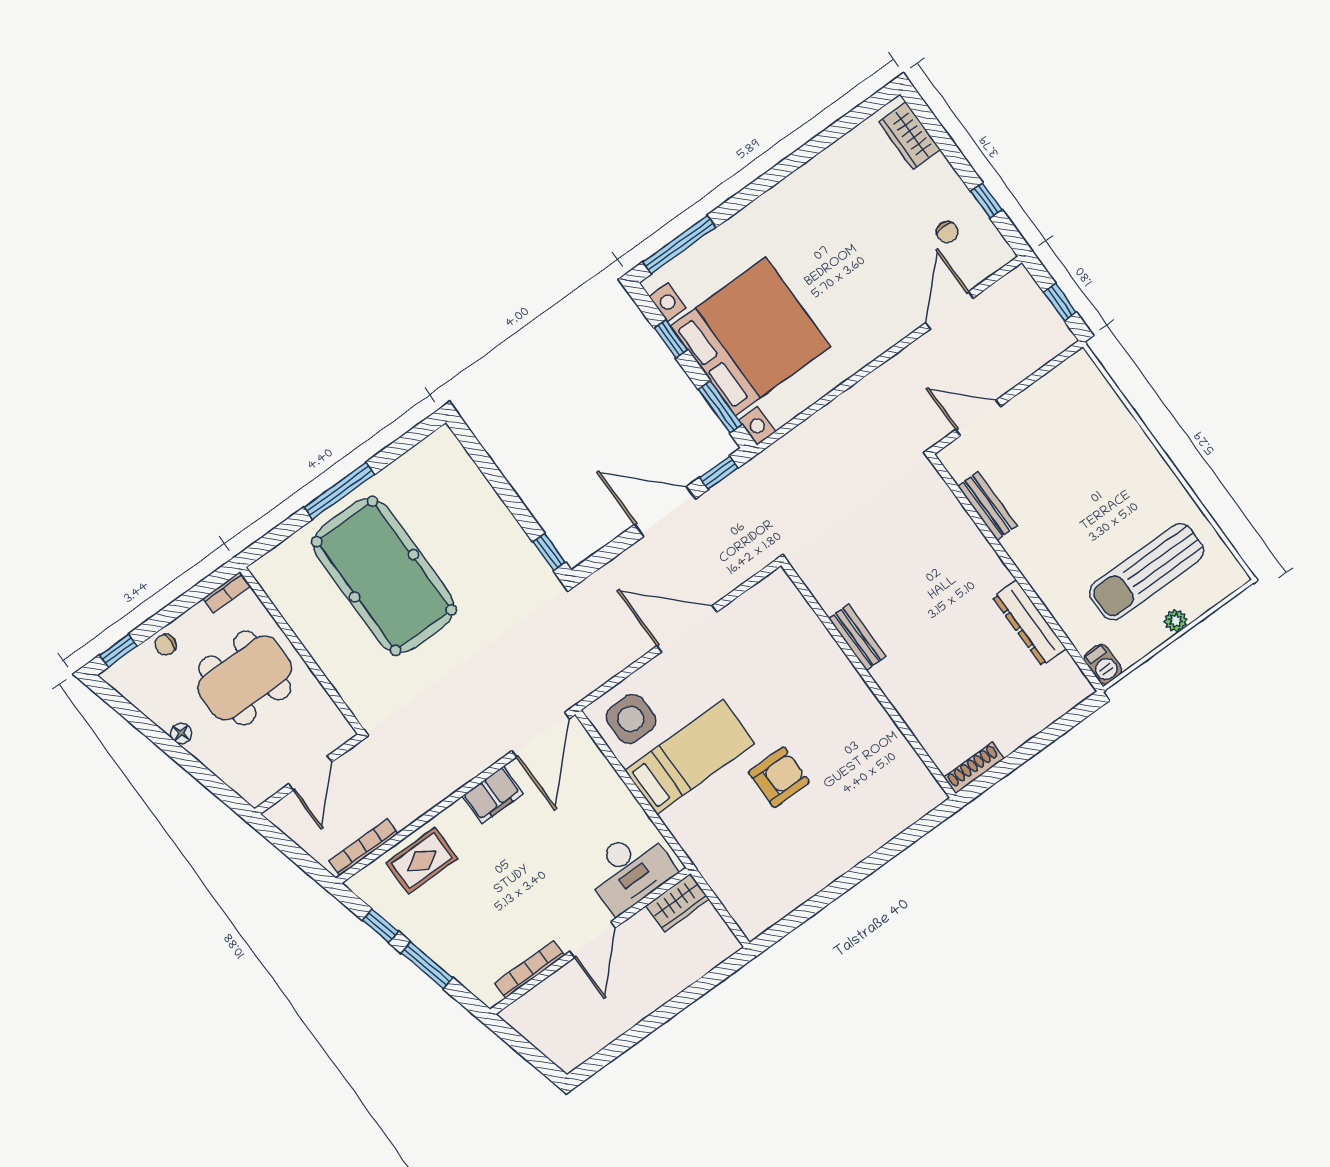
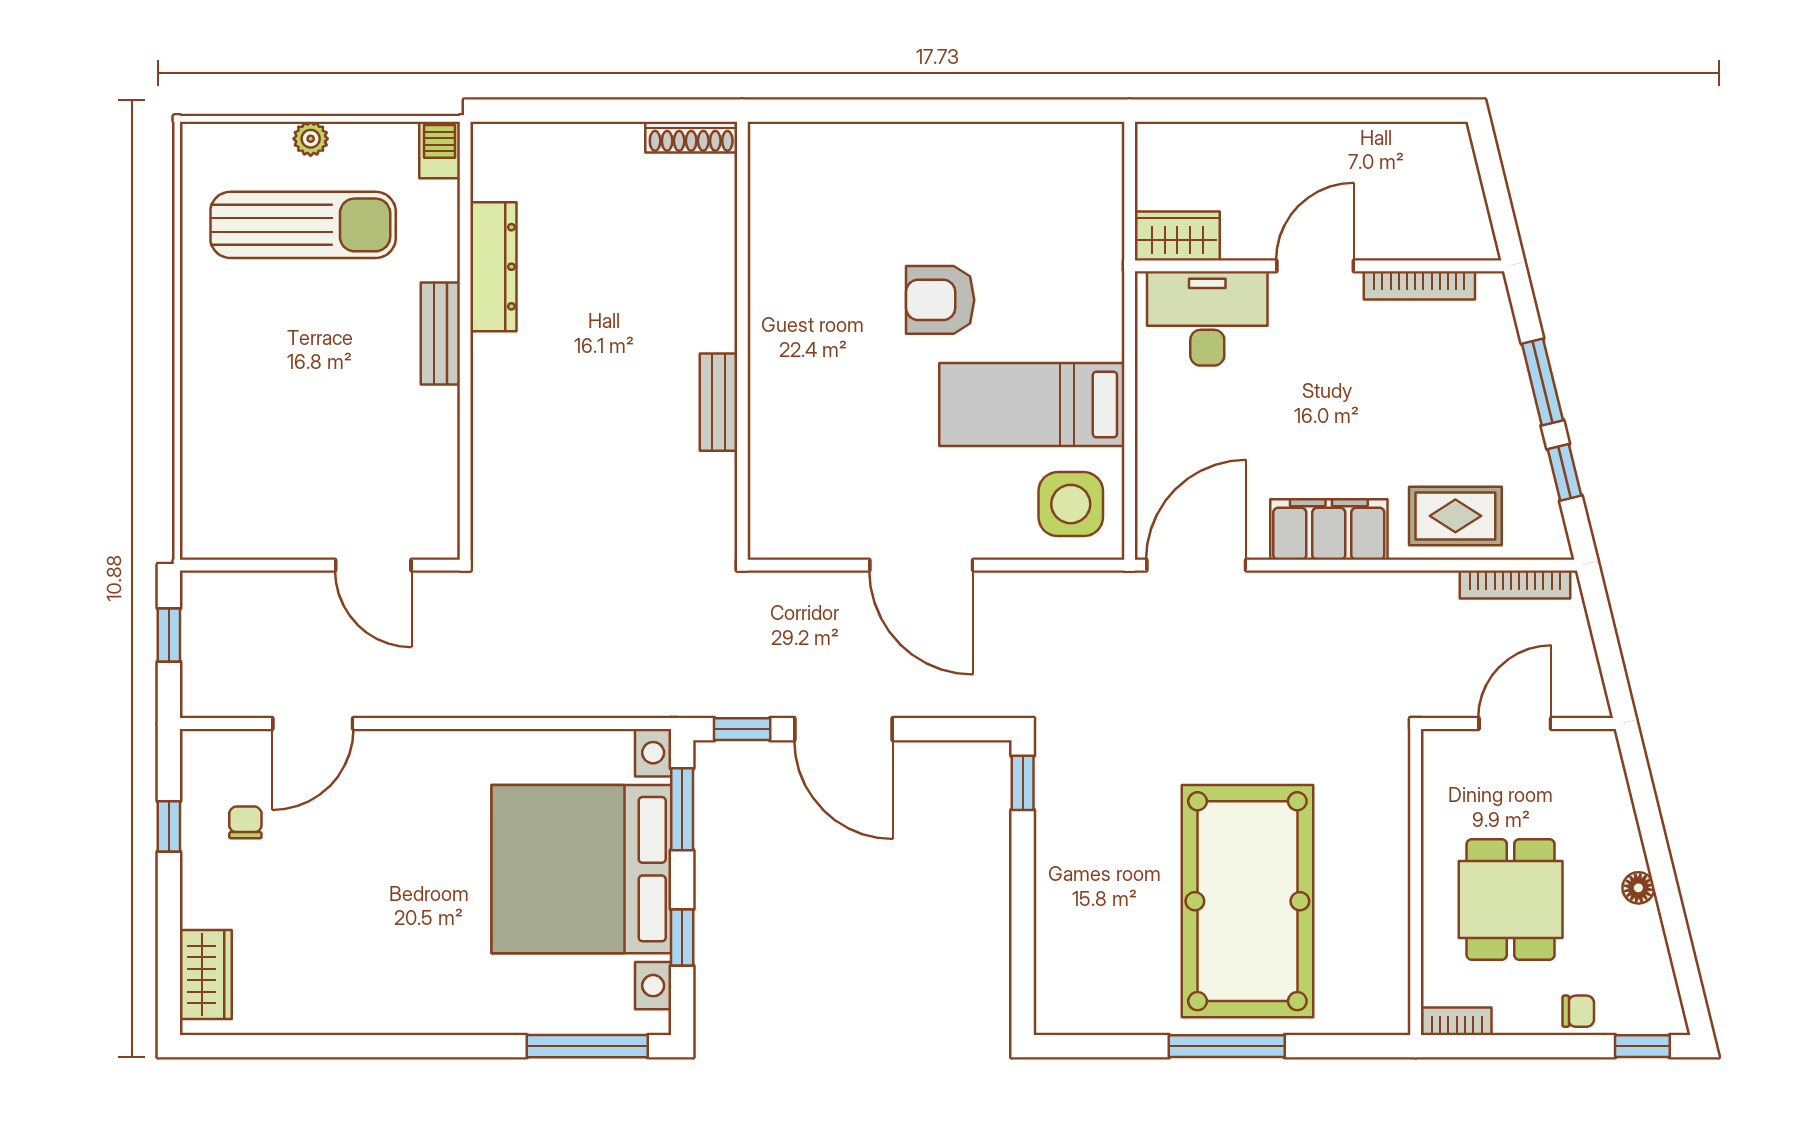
bench: (988, 506) -> (440, 334), moved
dining table: (245, 678) -> (1511, 899), width x0.73
filing cabinet: (493, 795) -> (1329, 529), width x1.50, depth x1.17

